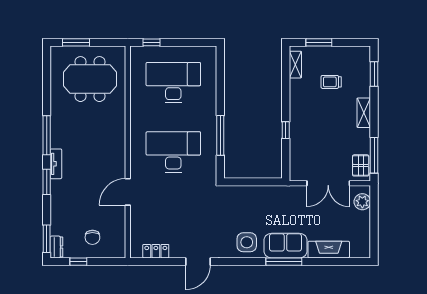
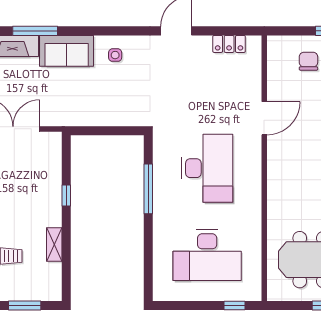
shelving: (295, 65) -> (54, 244), moved
desk: (173, 152) -> (207, 168), turned -90
side table: (247, 242) -> (115, 55), width x0.54, depth x0.54
window: (284, 262) -> (35, 31), moved

